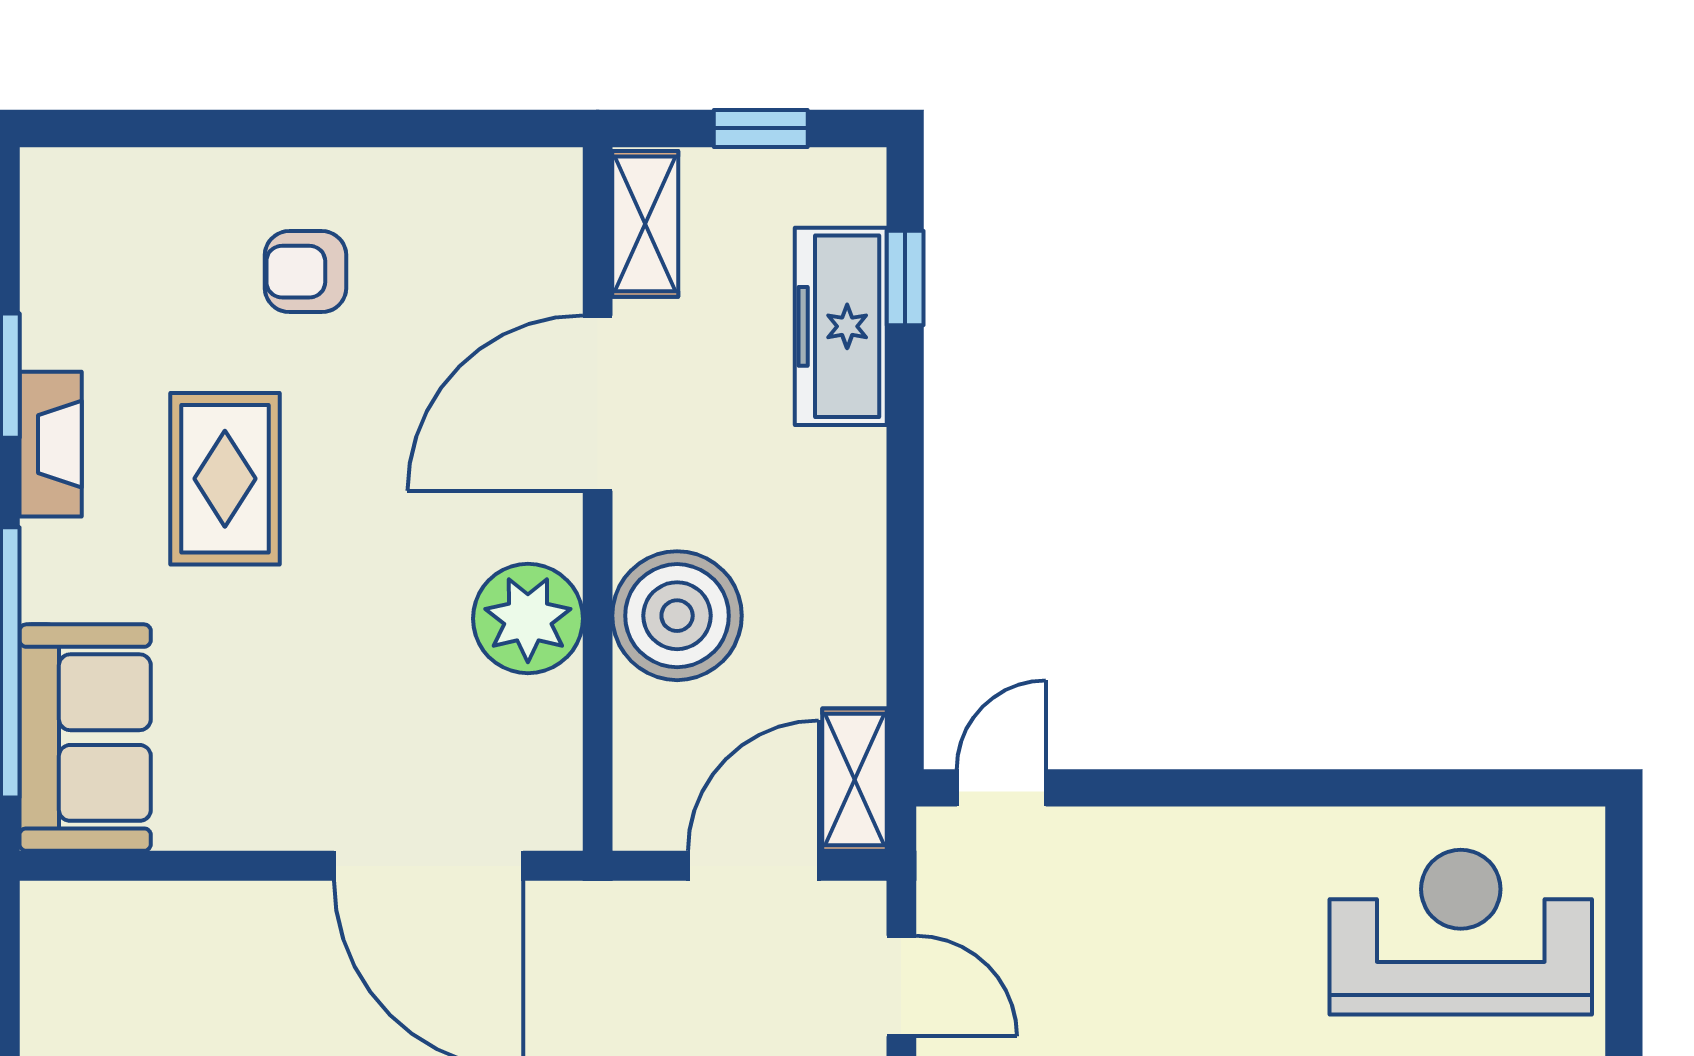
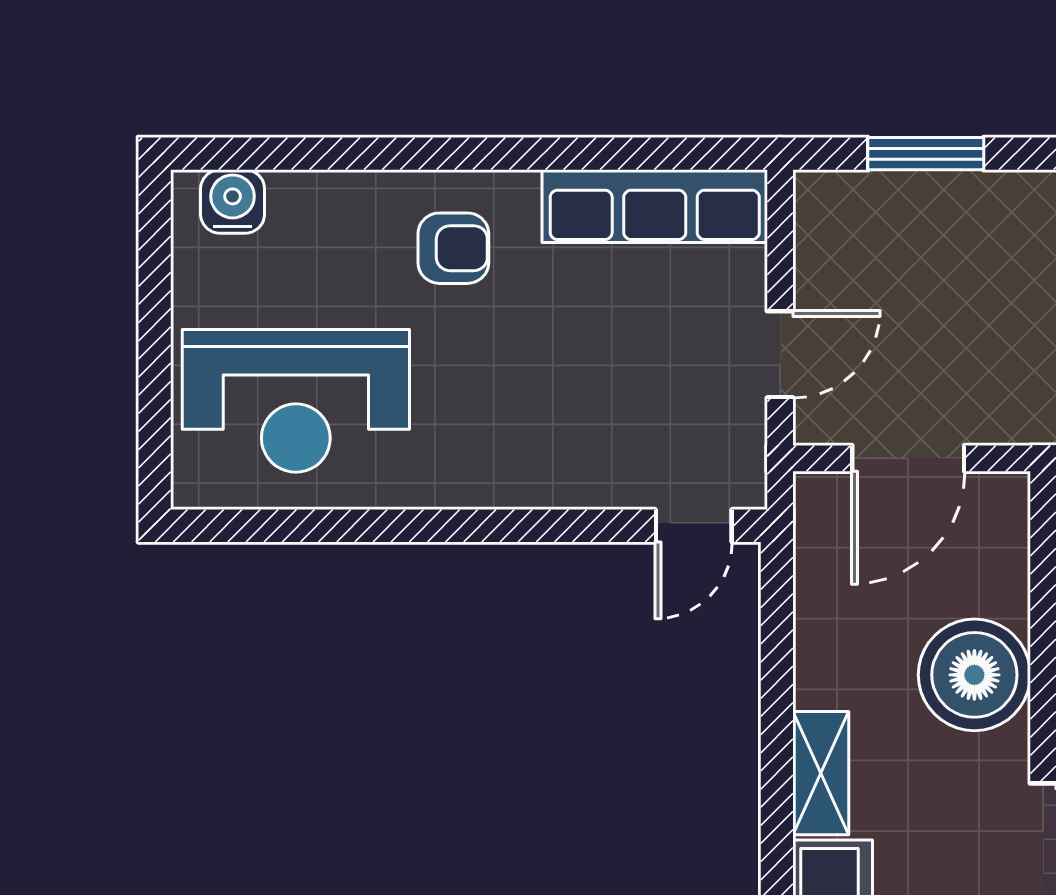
shelving: (854, 780) -> (821, 773), moved
door: (901, 986) -> (780, 354), swing flipped

